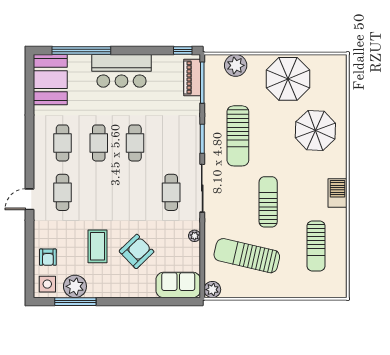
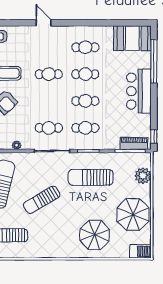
cafe table: (171, 143) -> (85, 128), added
cafe table: (63, 192) -> (49, 74), moved
barbecue: (337, 193) -> (140, 251), moved
sun lounger: (268, 202) -> (42, 200), turned 150

